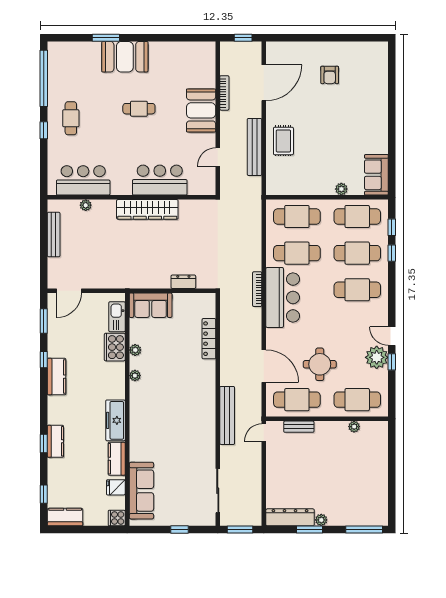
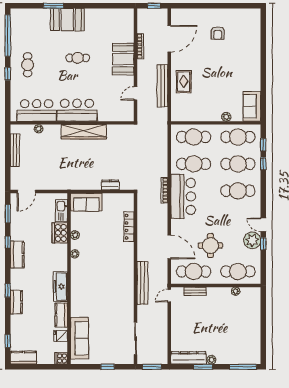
bar counter: (160, 180) -> (77, 110), moved
window: (44, 444) -> (8, 291), moved

